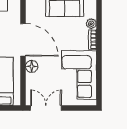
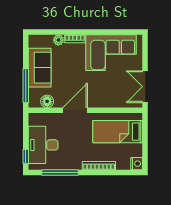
door: (23, 40) -> (75, 110), width x0.73
floor lamp: (32, 66) -> (47, 101), moved

